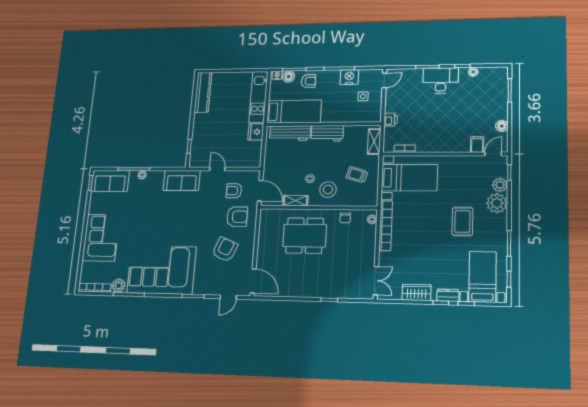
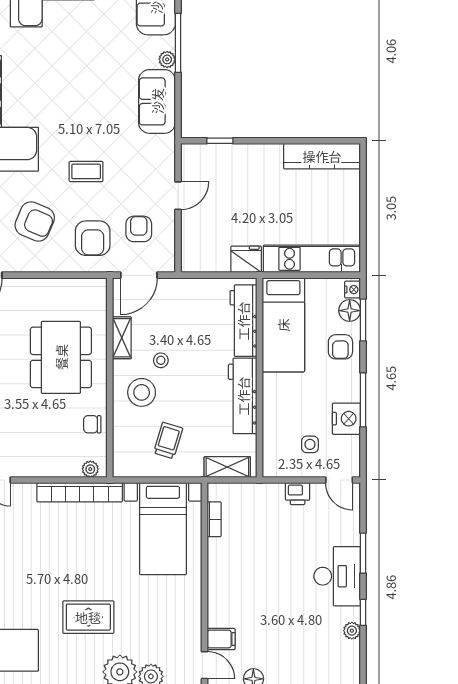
printer: (391, 120) -> (298, 494), moved
workbench: (327, 133) -> (243, 396), width x1.38
sofa: (182, 180) -> (157, 101), moved
coffee table: (199, 220) -> (86, 171), added

